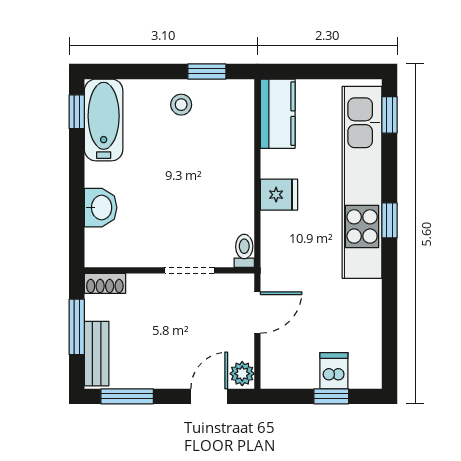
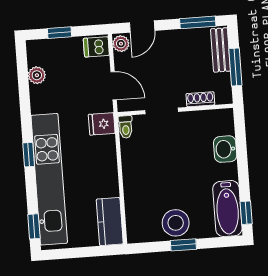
window: (207, 71) -> (183, 245), moved
stool: (181, 105) -> (176, 223), width x1.89, depth x1.89
fridge: (279, 195) -> (102, 124), moved
shoe rack: (105, 283) -> (200, 99), moved
door: (257, 312) -> (114, 86), swing flipped
plant: (369, 336) -> (37, 75), added
dishwasher: (334, 371) -> (96, 47), moved, turned 90

